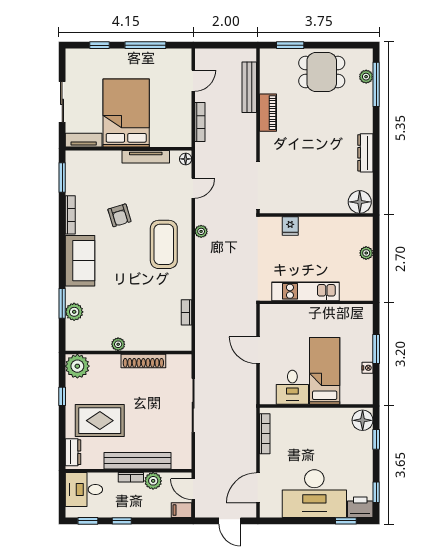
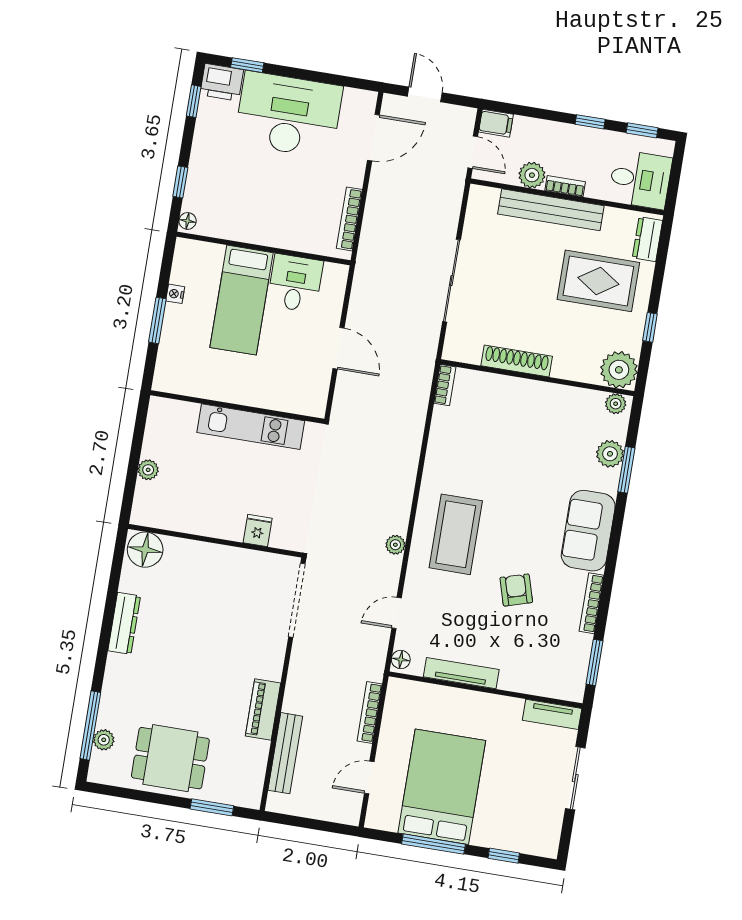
bed: (126, 113) -> (442, 787), moved, turned 180
bookcase: (186, 312) -> (445, 385), moved
plant: (118, 344) -> (616, 404), moved
floor lamp: (363, 420) -> (188, 221), width x0.53, depth x0.53

